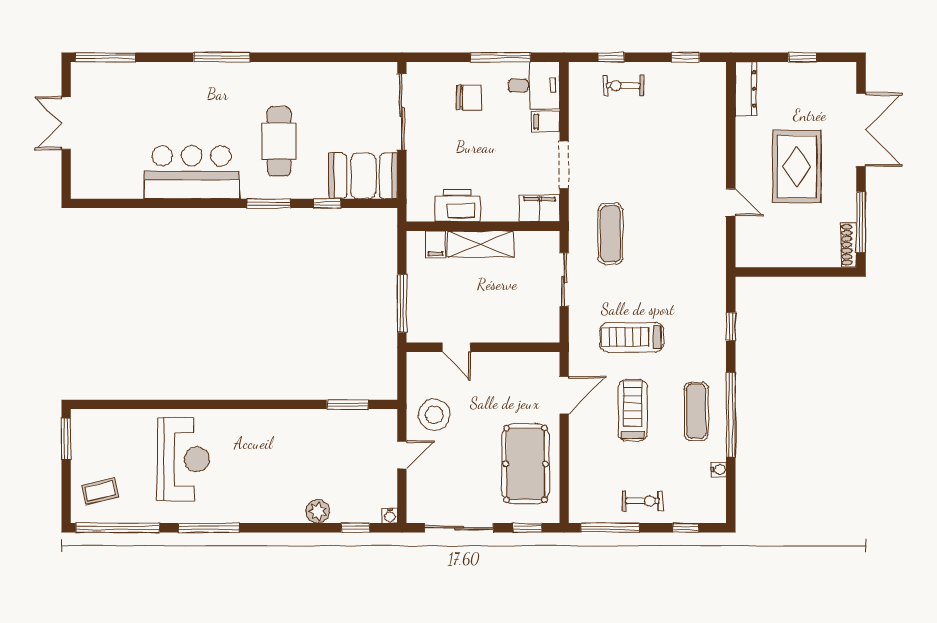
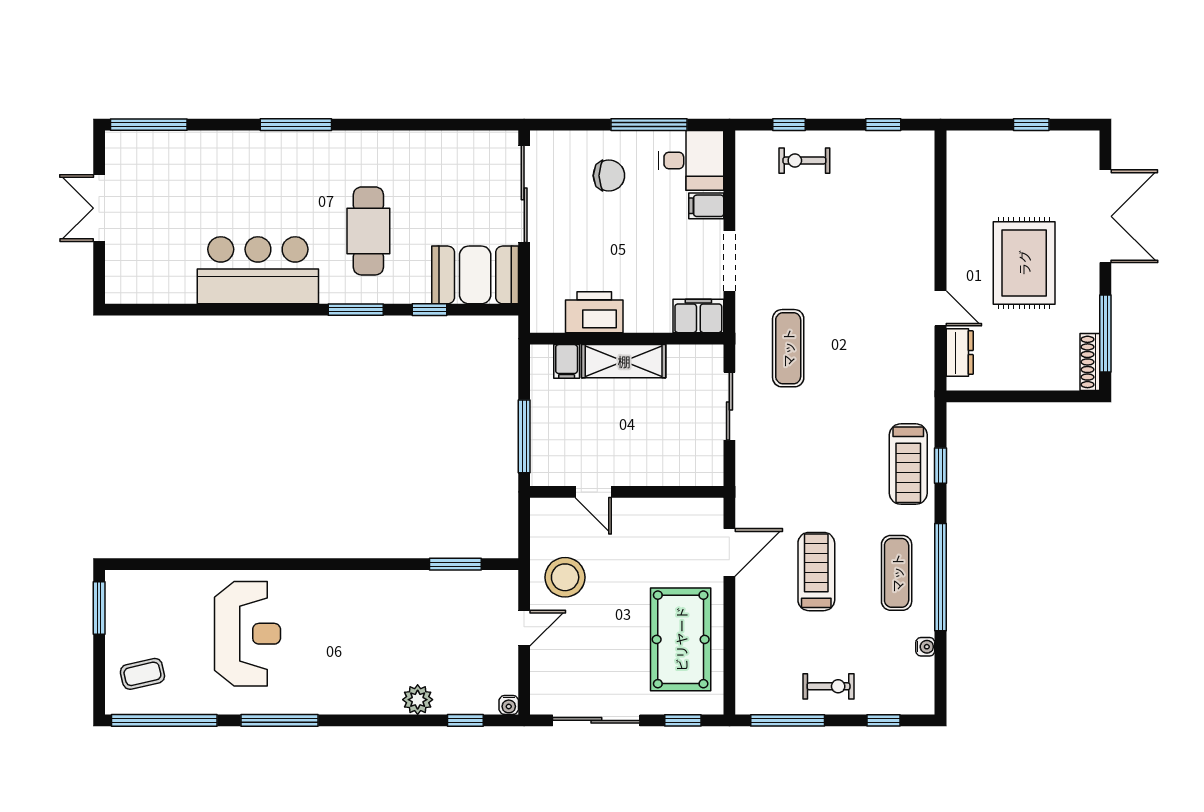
dresser: (746, 89) -> (960, 353), moved, width x0.70
treadmill: (632, 337) -> (908, 464), moved, turned -90

